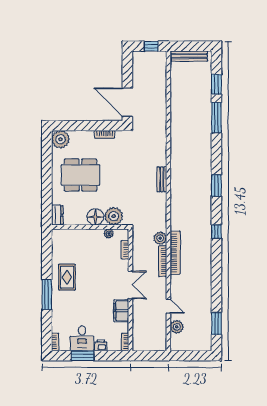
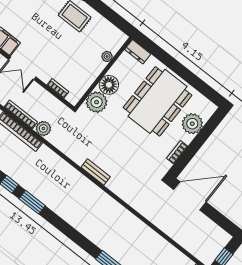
plant: (61, 139) -> (192, 124), moved
dining table: (80, 175) -> (158, 101), width x1.36, depth x1.24
window: (216, 185) -> (32, 202), moved
plant: (109, 233) -> (107, 56), moved

